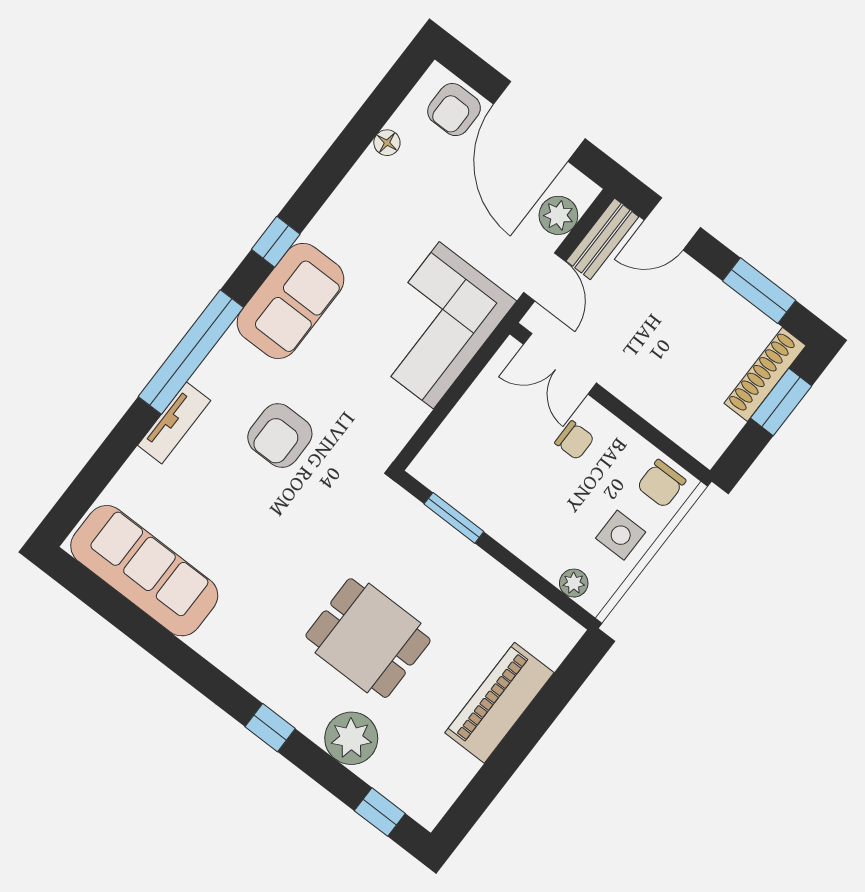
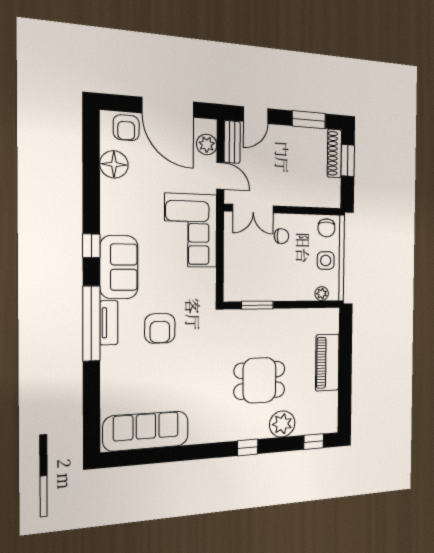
floor lamp: (387, 143) -> (114, 164), width x1.89, depth x1.89
tv unit: (174, 423) -> (109, 323), moved

